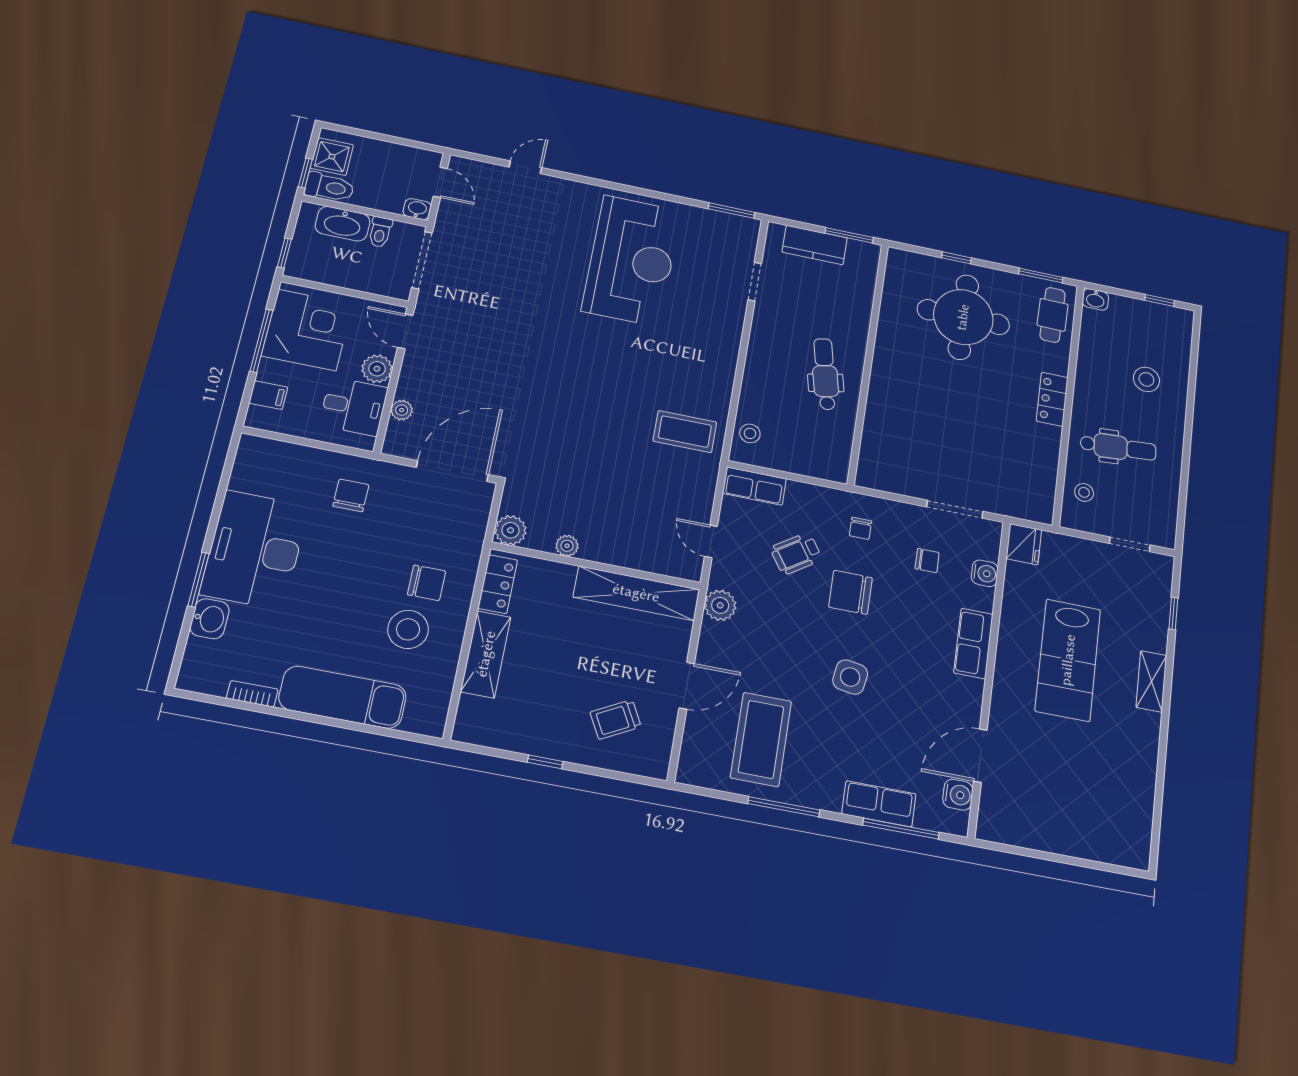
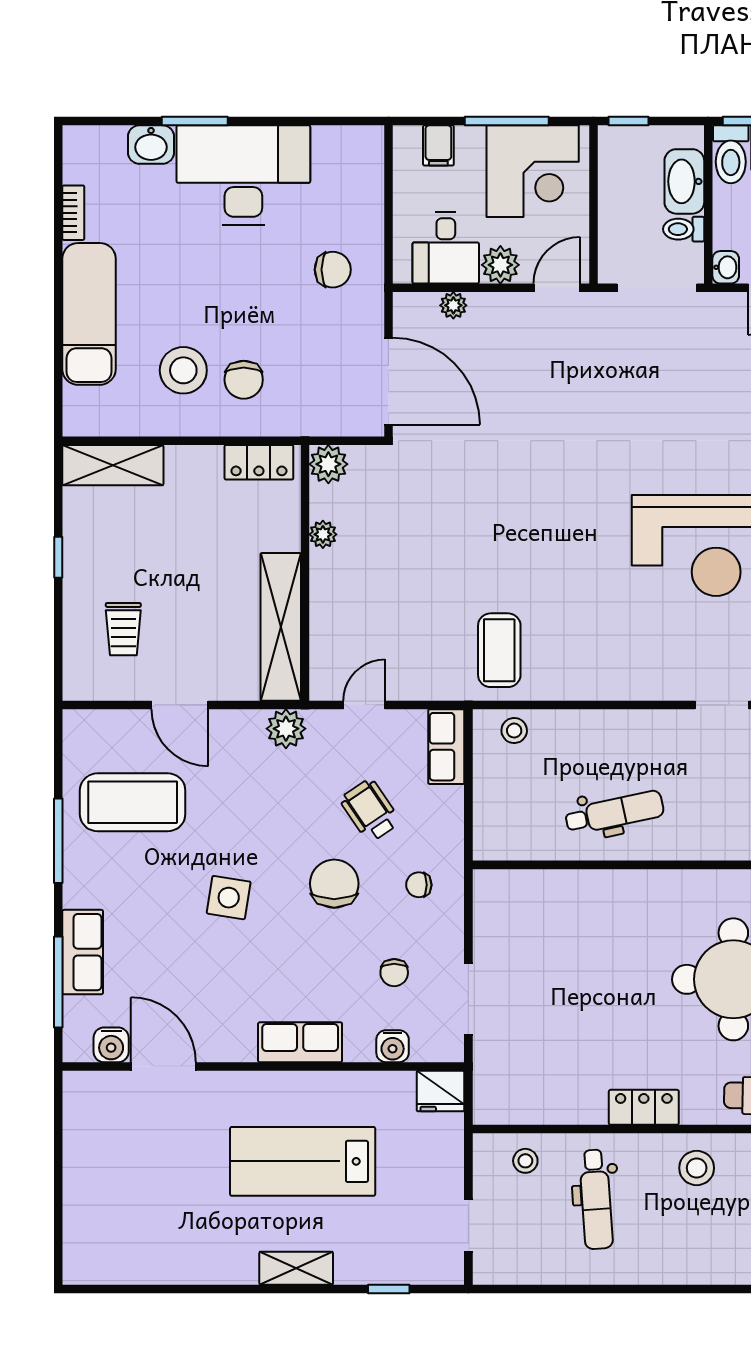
stool: (1146, 379) -> (697, 1168), moved
shelving: (486, 654) -> (113, 465), moved
trolley: (616, 720) -> (123, 629), turned -152

